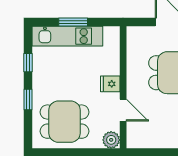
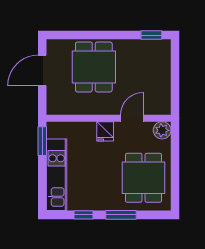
window: (73, 22) -> (42, 141), moved
window: (28, 100) -> (121, 215), width x1.50

